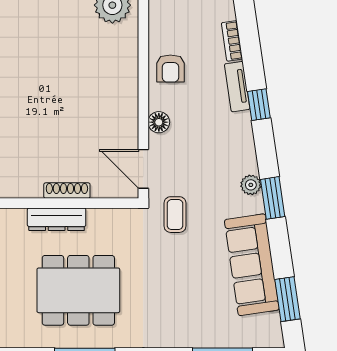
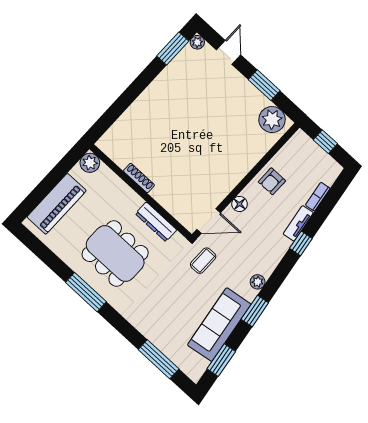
door: (143, 169) -> (209, 221), swing flipped
shoe rack: (67, 191) -> (139, 178), moved
window: (273, 198) -> (255, 311), moved
dresser: (57, 219) -> (156, 222), moved

